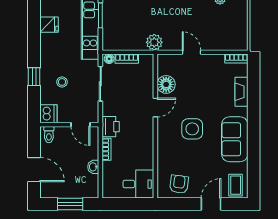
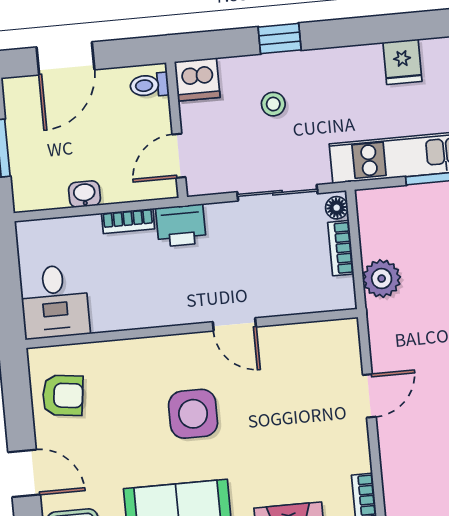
plant: (154, 42) -> (382, 279), moved
floor lamp: (166, 84) -> (290, 344), removed

